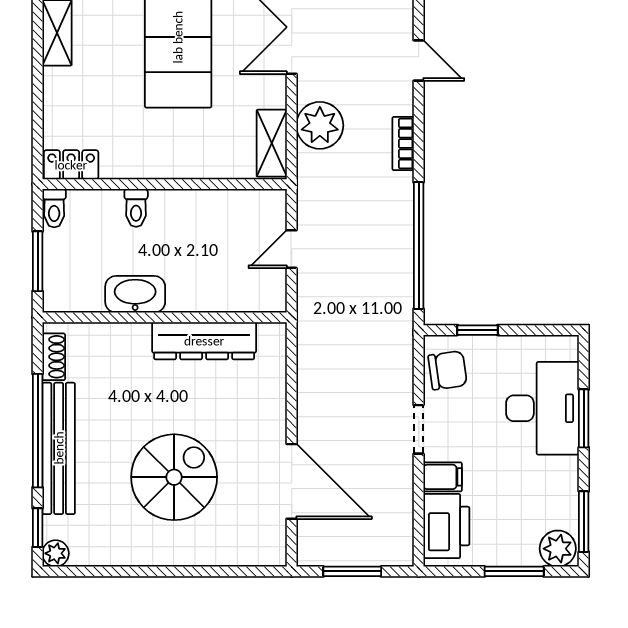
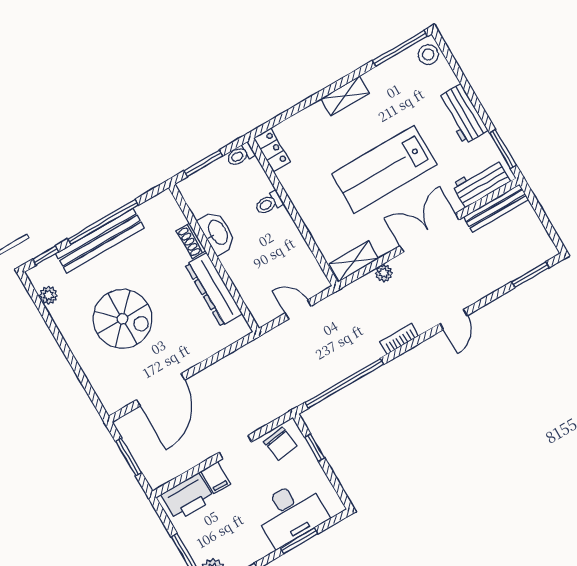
plant: (320, 125) -> (384, 273), width x0.53, depth x0.53
shoe rack: (54, 357) -> (191, 241), moved, turned 90
plant: (56, 553) -> (48, 295), moved

